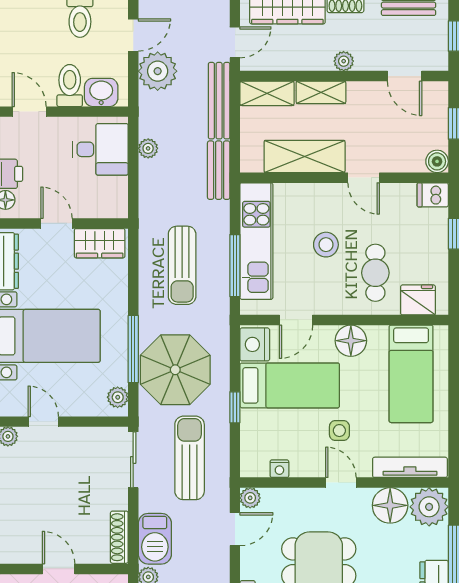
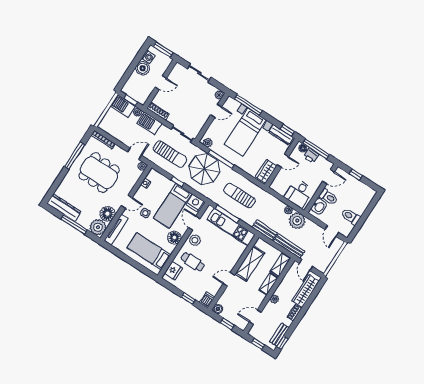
plant: (158, 71) -> (297, 221), moved
stool: (326, 245) -> (195, 240), moved
door: (235, 529) -> (135, 154), swing flipped

